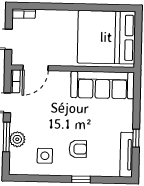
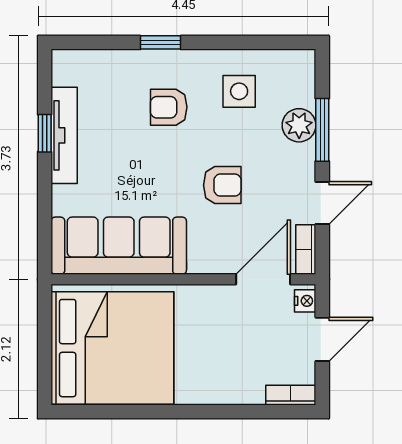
nightstand: (16, 57) -> (305, 301), added
armchair: (54, 112) -> (222, 185), added
tv unit: (126, 155) -> (64, 135), moved

